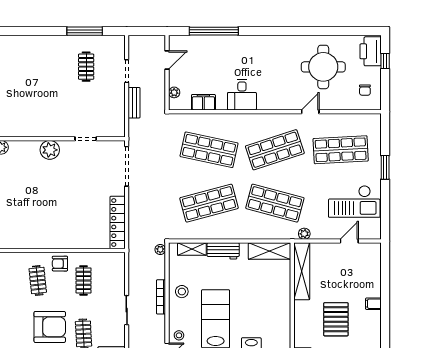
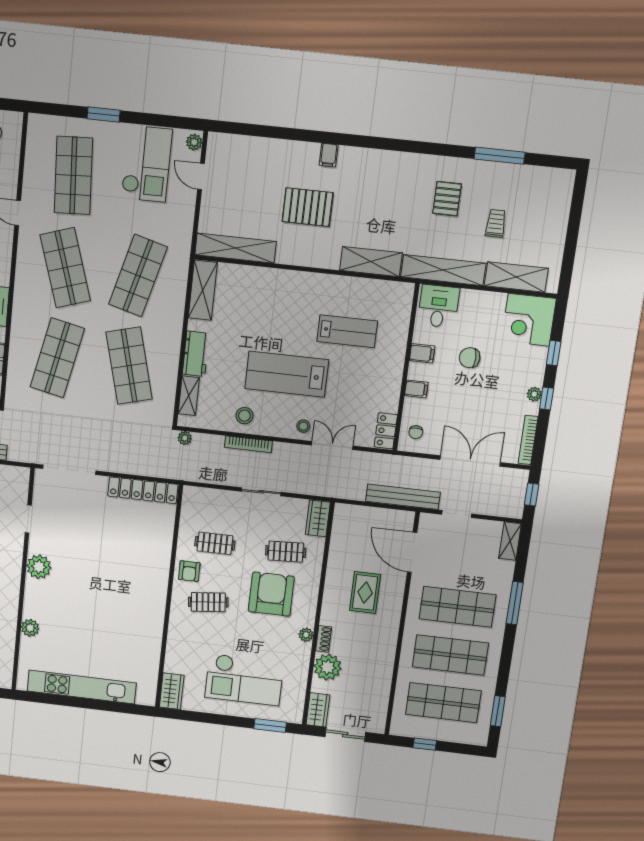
plant: (304, 234) -> (194, 142), moved
filing cabinet: (373, 304) -> (329, 155), moved

